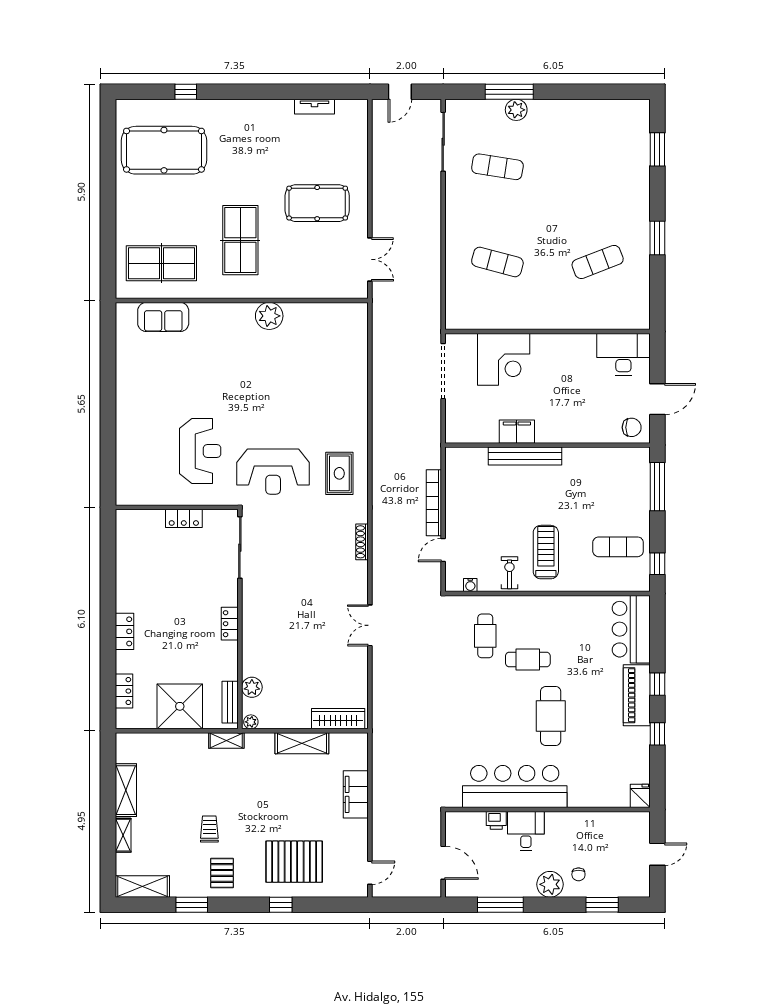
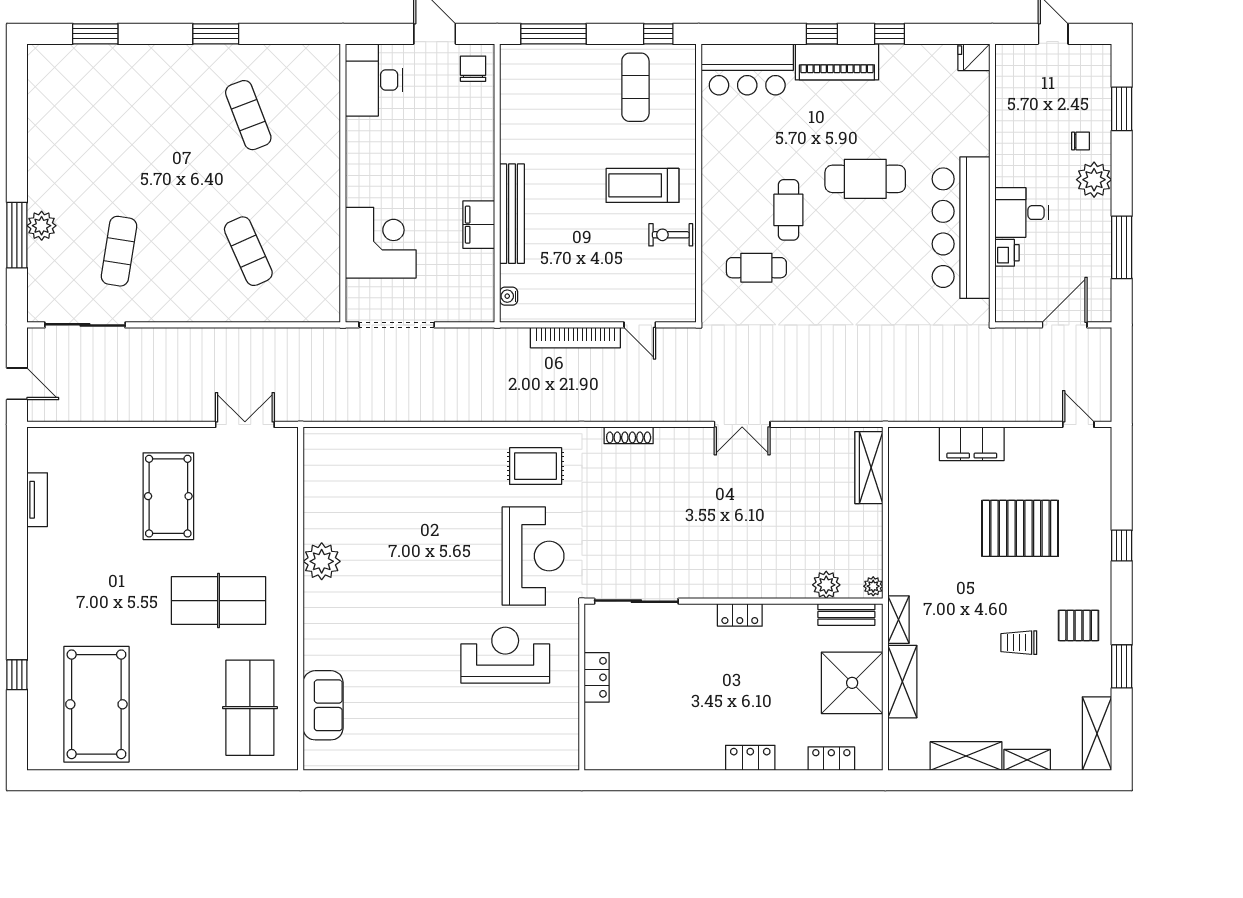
exercise mat: (497, 262) -> (248, 251), turned -39
water cooler: (470, 585) -> (509, 296), moved, turned 180
shelving: (302, 743) -> (902, 682), moved
pallet: (294, 862) -> (1020, 528), moved, turned 90

